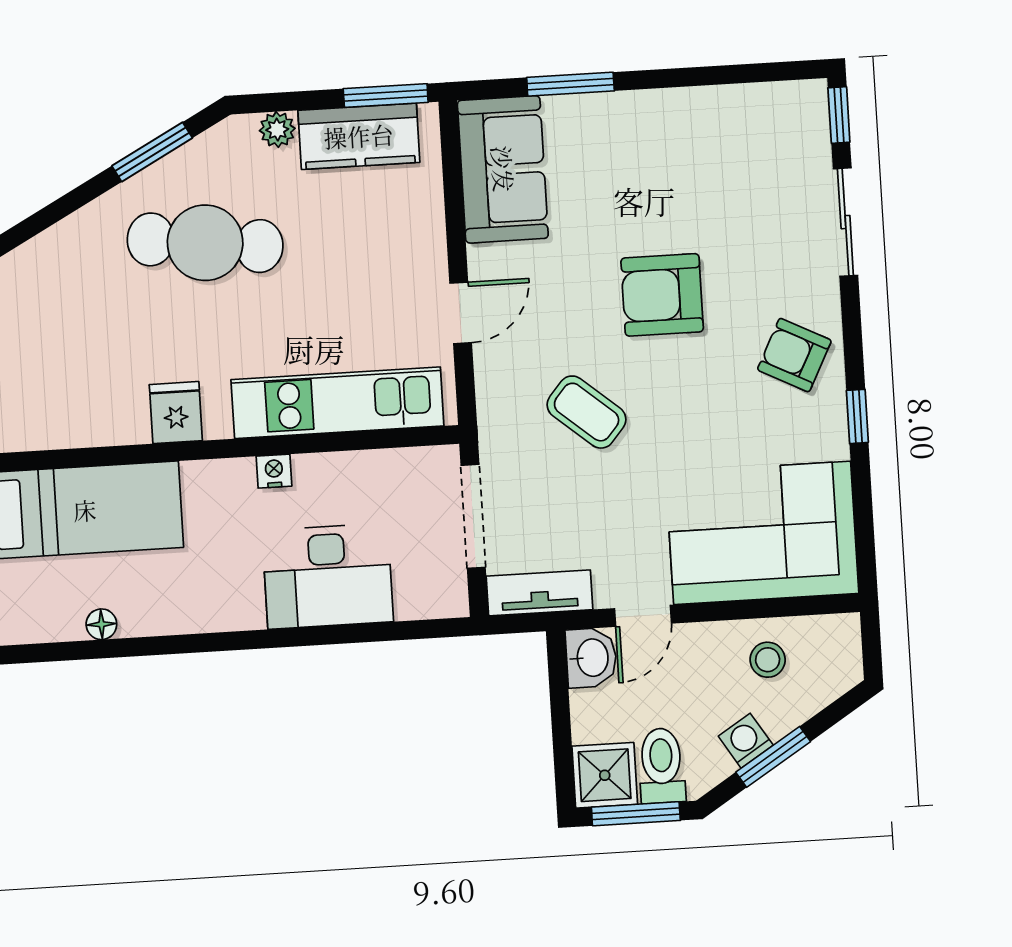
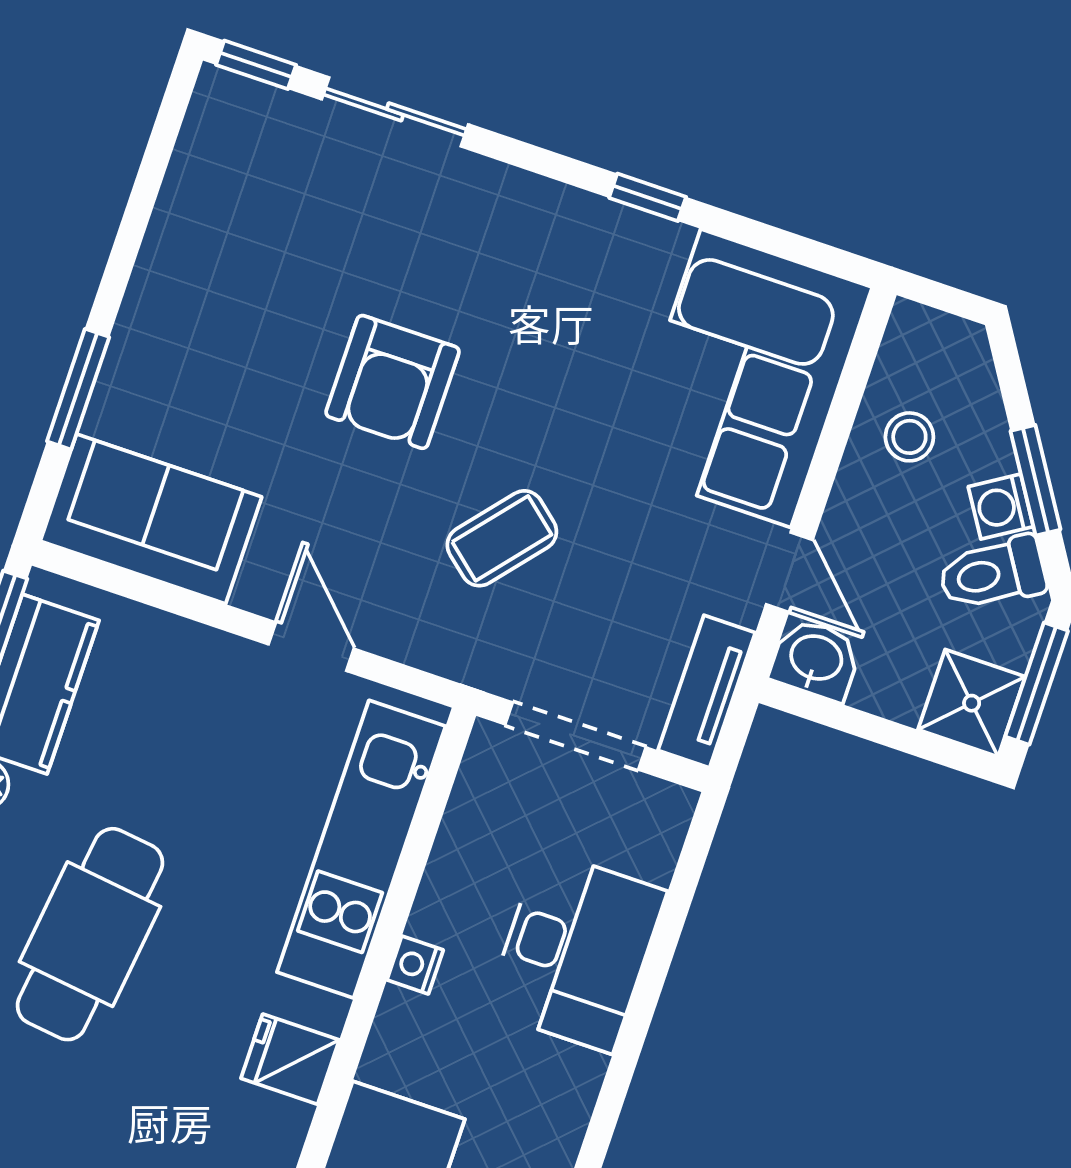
armchair: (794, 355) -> (537, 245), removed
toilet: (662, 766) -> (992, 573), moved, turned -32

